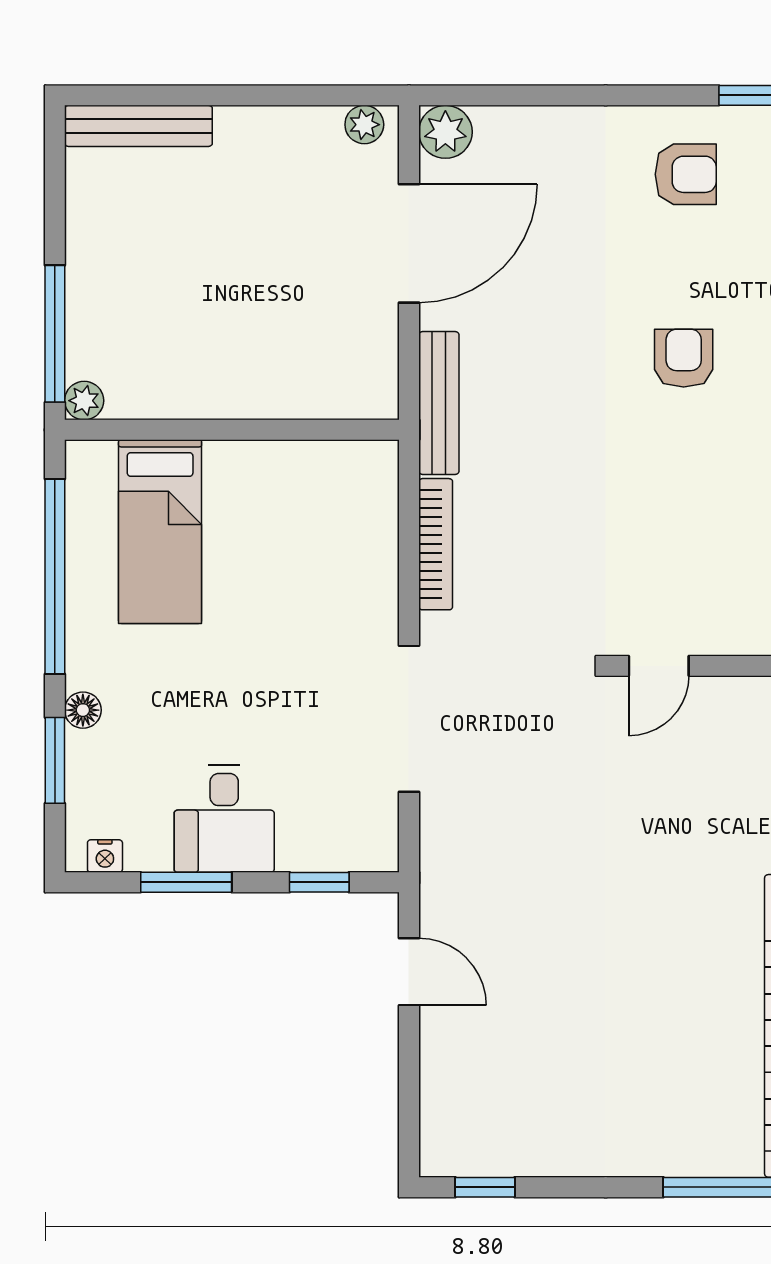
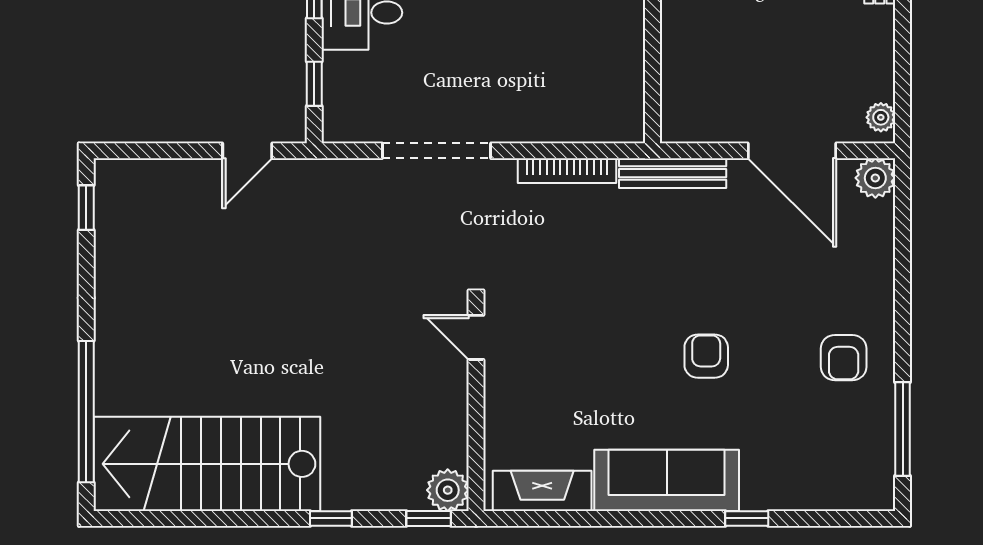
armchair: (684, 358) -> (706, 356), turned -90

